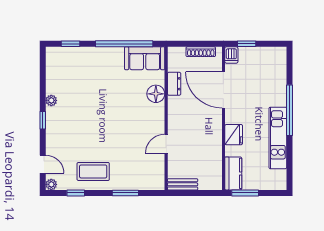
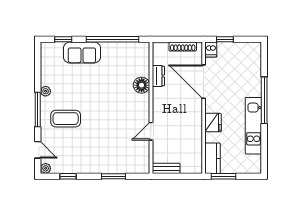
sofa: (145, 58) -> (82, 53), moved
window: (43, 120) -> (38, 110), width x2.17
coffee table: (93, 171) -> (66, 119), moved

